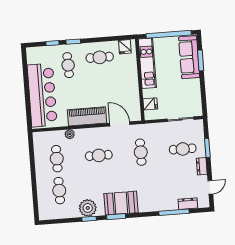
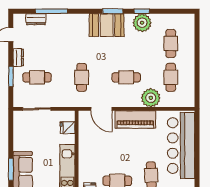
plant: (70, 134) -> (151, 98), width x1.88, depth x1.88

